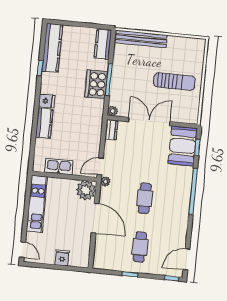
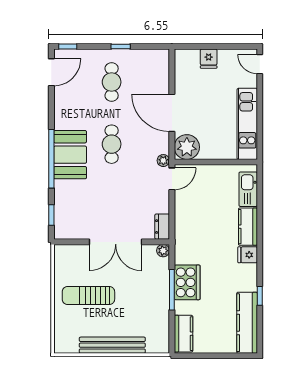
bench: (141, 39) -> (112, 345), moved
booth: (183, 146) -> (70, 155), moved
kitchen sink: (59, 167) -> (248, 189), moved, turned 90

